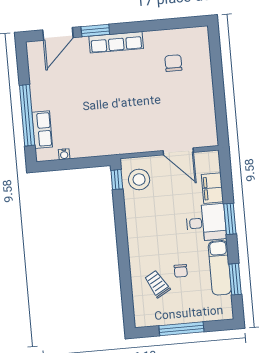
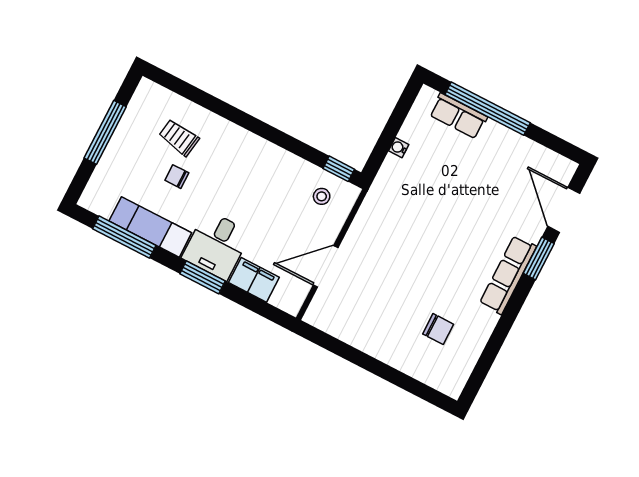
water cooler: (64, 154) -> (399, 148), moved
stool: (139, 179) -> (322, 196), width x0.53, depth x0.53
window: (235, 279) -> (124, 237), width x1.44
trolley: (157, 284) -> (179, 137), turned -141

